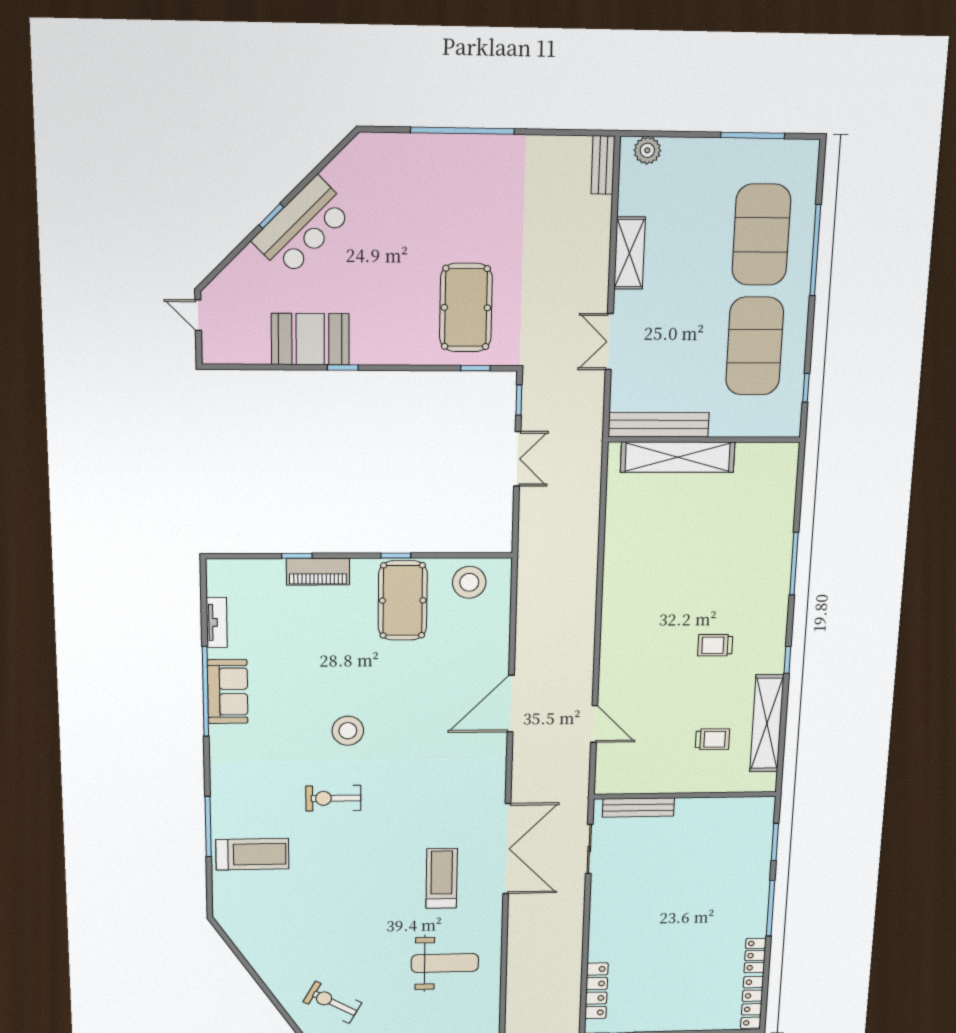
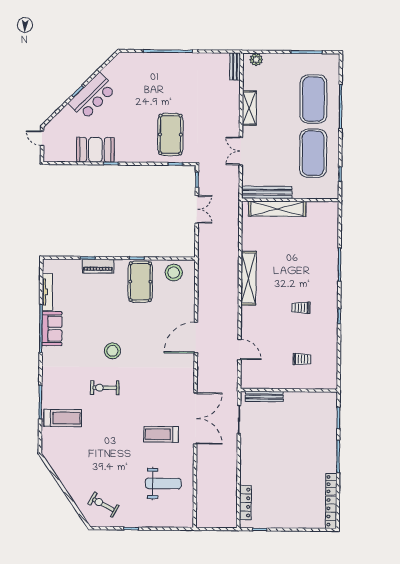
tv unit: (217, 622) -> (47, 292), width x1.41
shelving: (767, 723) -> (249, 278), moved
treadmill: (442, 878) -> (161, 434), turned -90

